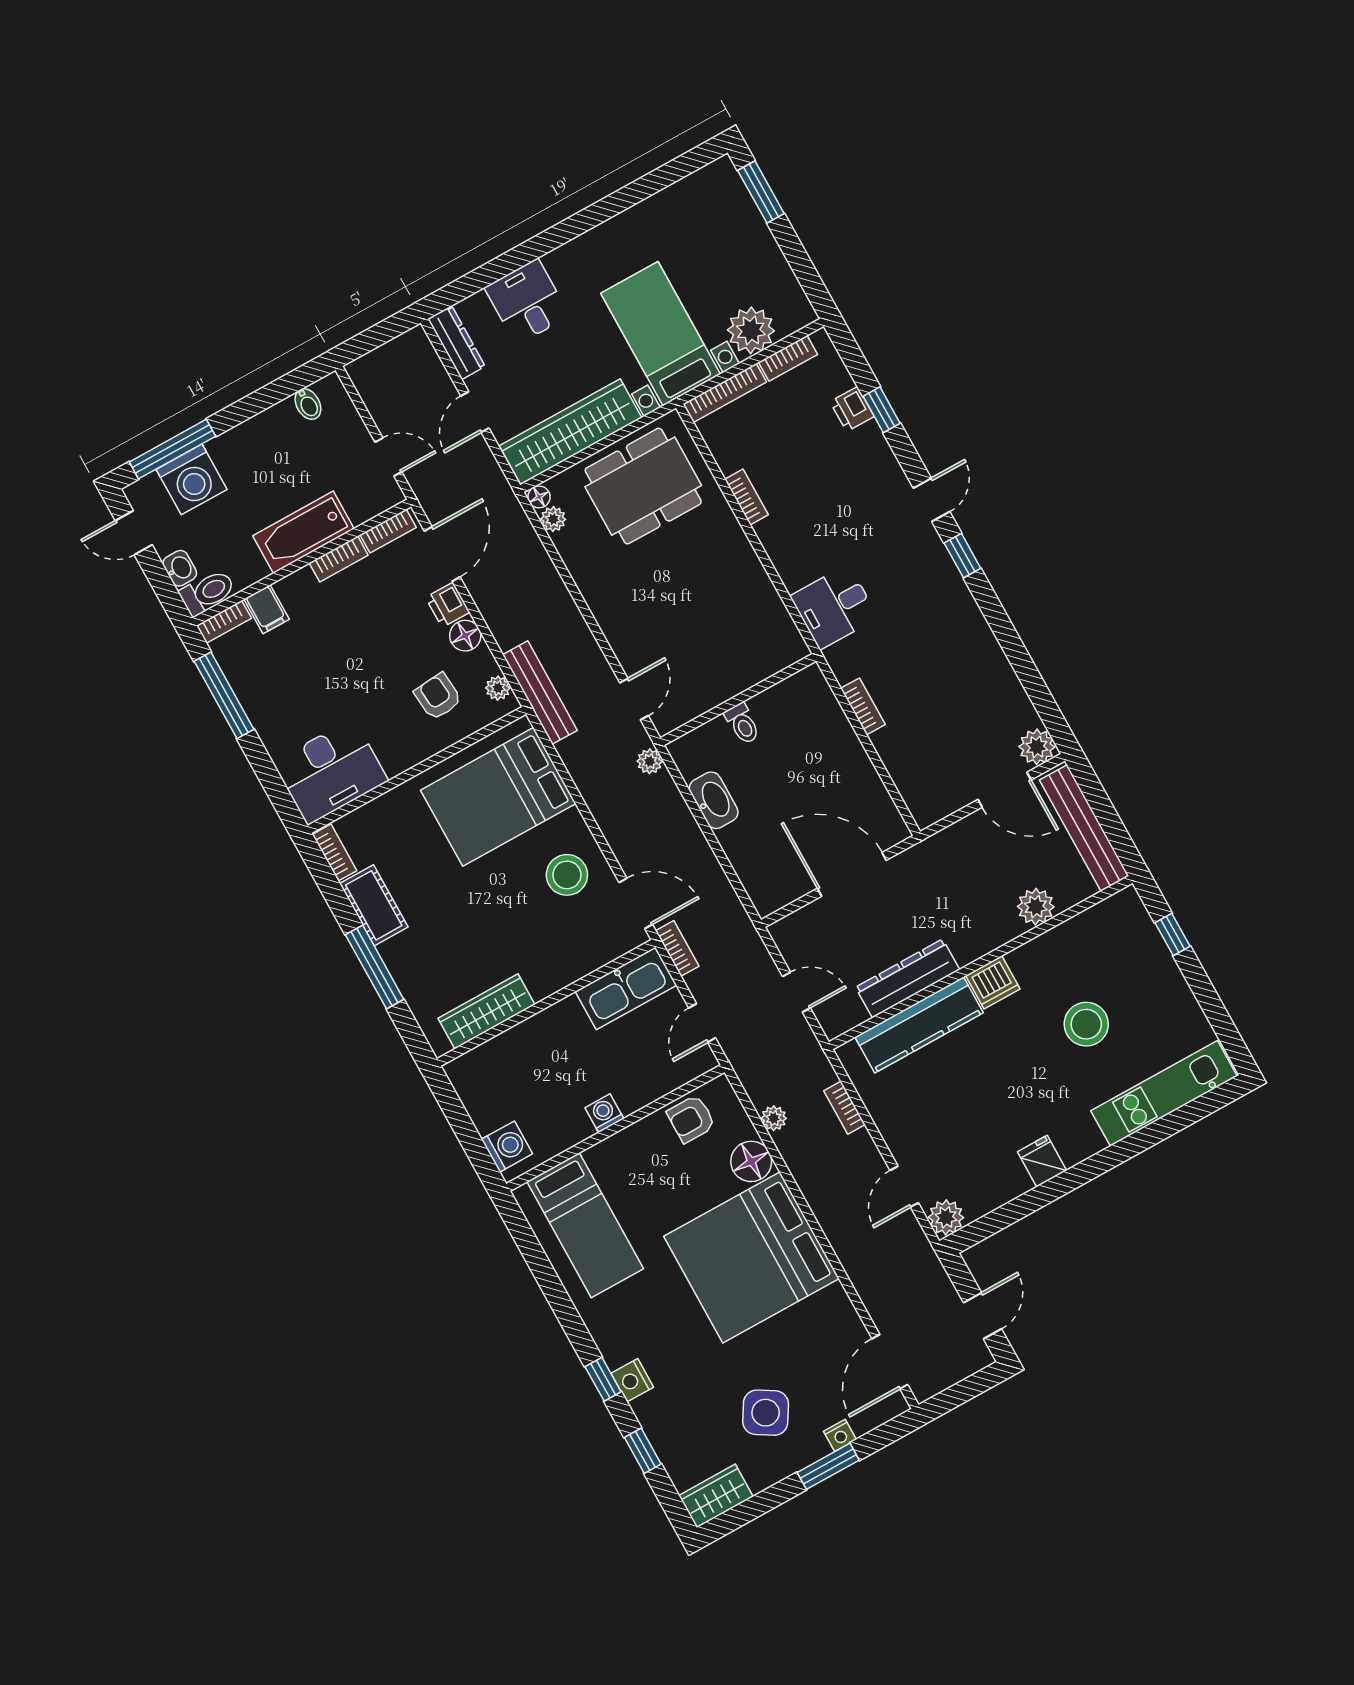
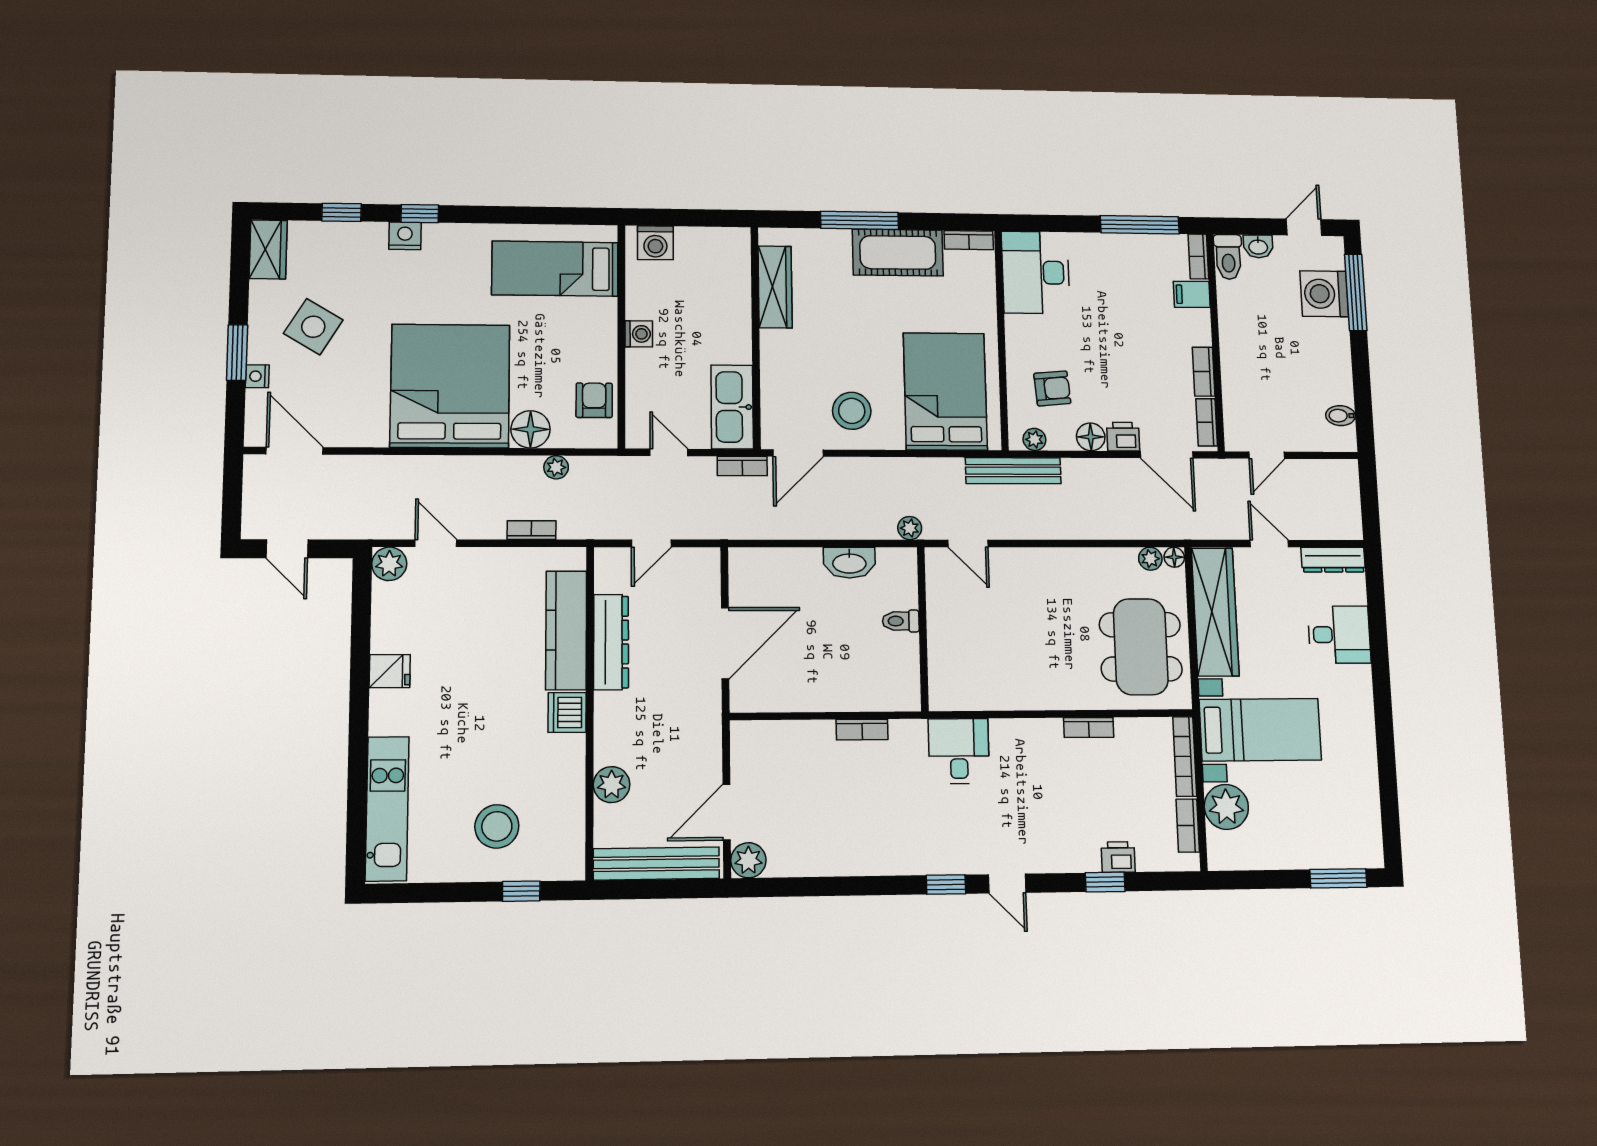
bathtub: (303, 532) -> (1239, 356), removed
cot: (374, 905) -> (898, 253), width x1.37, depth x1.34
stool: (1086, 1024) -> (497, 826), moved

